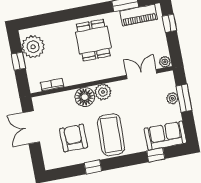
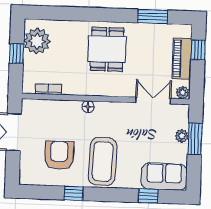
piano: (139, 15) -> (182, 59), moved, turned 90
plant: (103, 92) -> (105, 111), removed
floor lamp: (85, 97) -> (88, 107), width x0.53, depth x0.53

